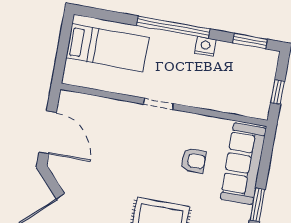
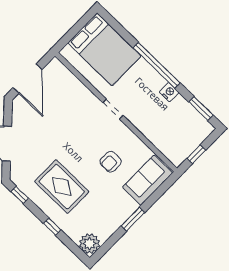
bed: (107, 48) -> (104, 49), width x1.50
armchair: (193, 160) -> (111, 162), turned 90
sofa: (243, 164) -> (148, 180), width x0.73

